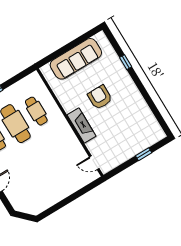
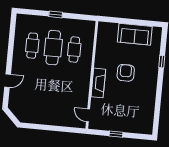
sofa: (76, 59) -> (135, 34), width x0.73
window: (144, 154) -> (116, 134), moved

